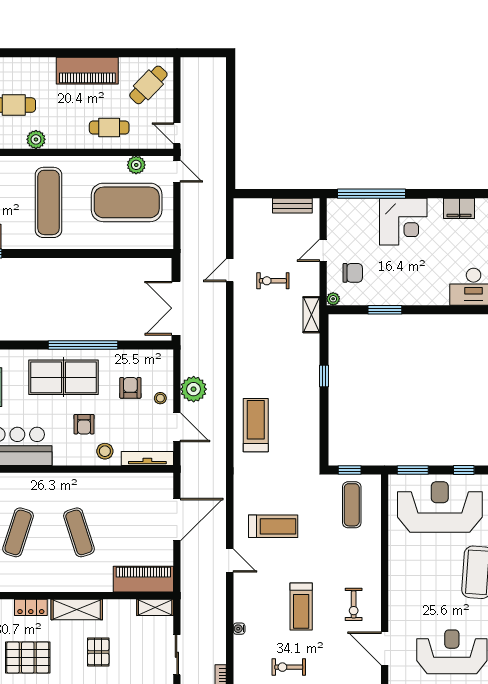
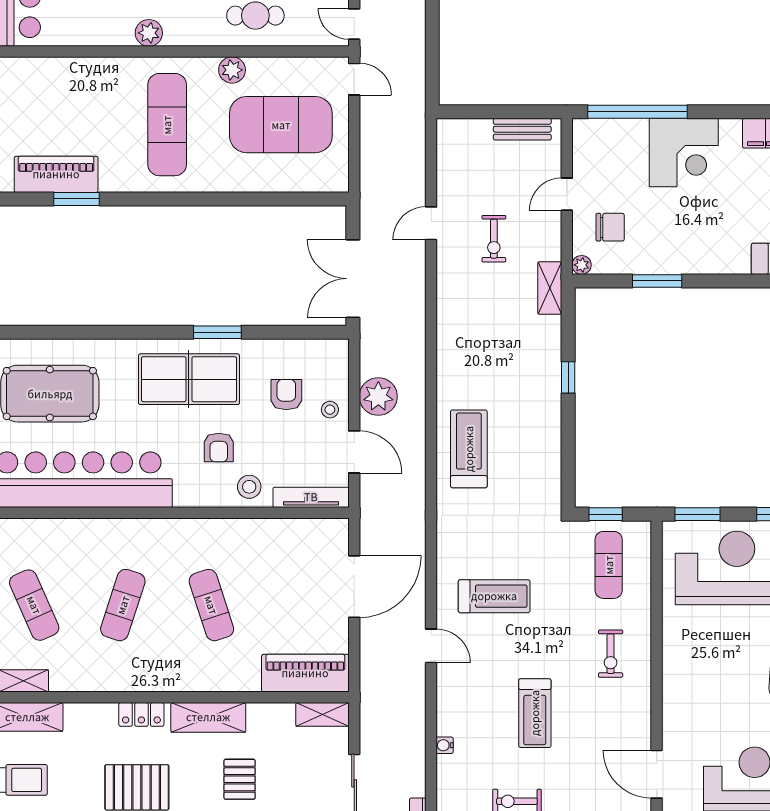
plant: (136, 165) -> (232, 70), moved
exercise bike: (273, 281) -> (494, 239), turned -90
window: (83, 345) -> (217, 332), width x0.47
exercise bike: (354, 604) -> (611, 654), moved

